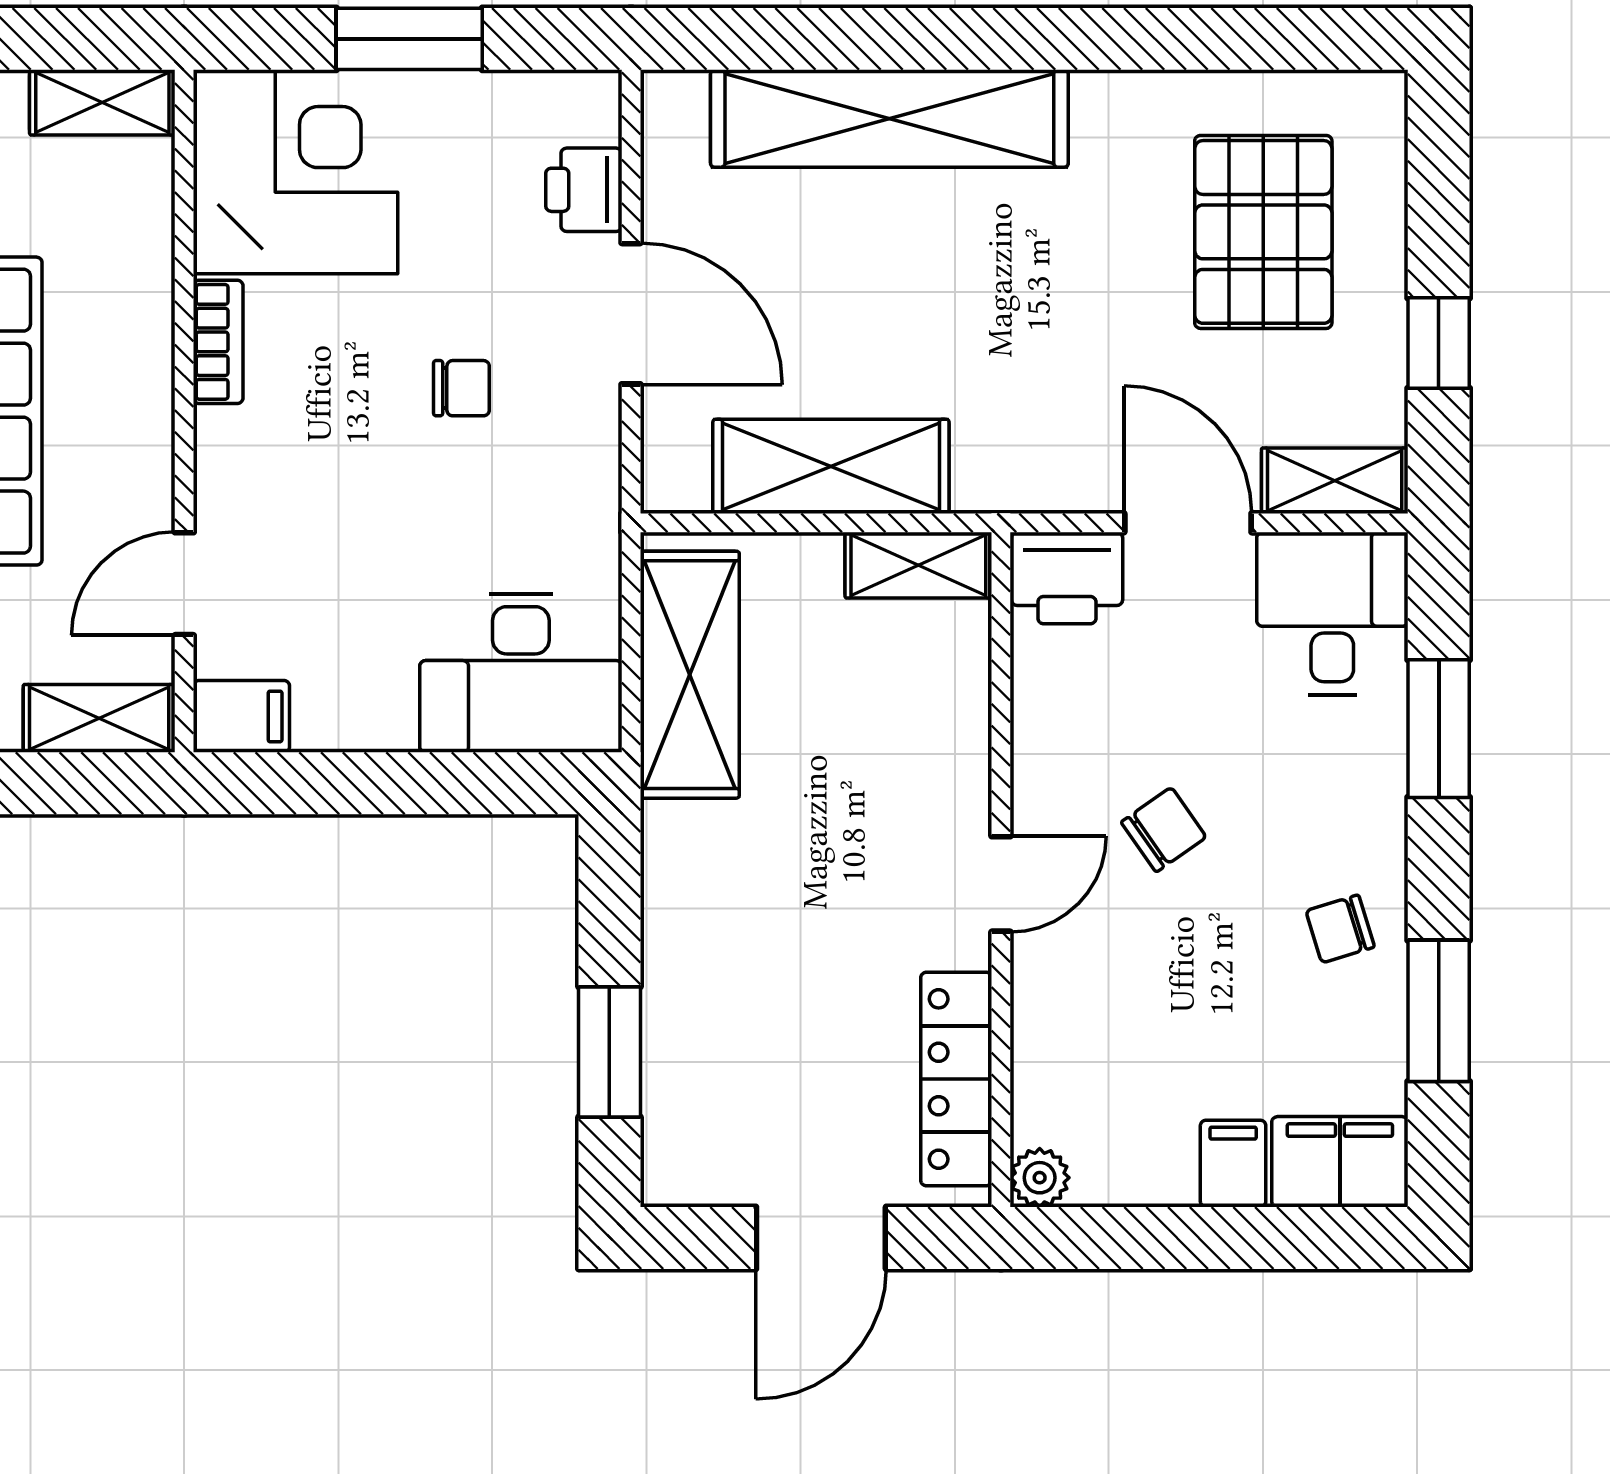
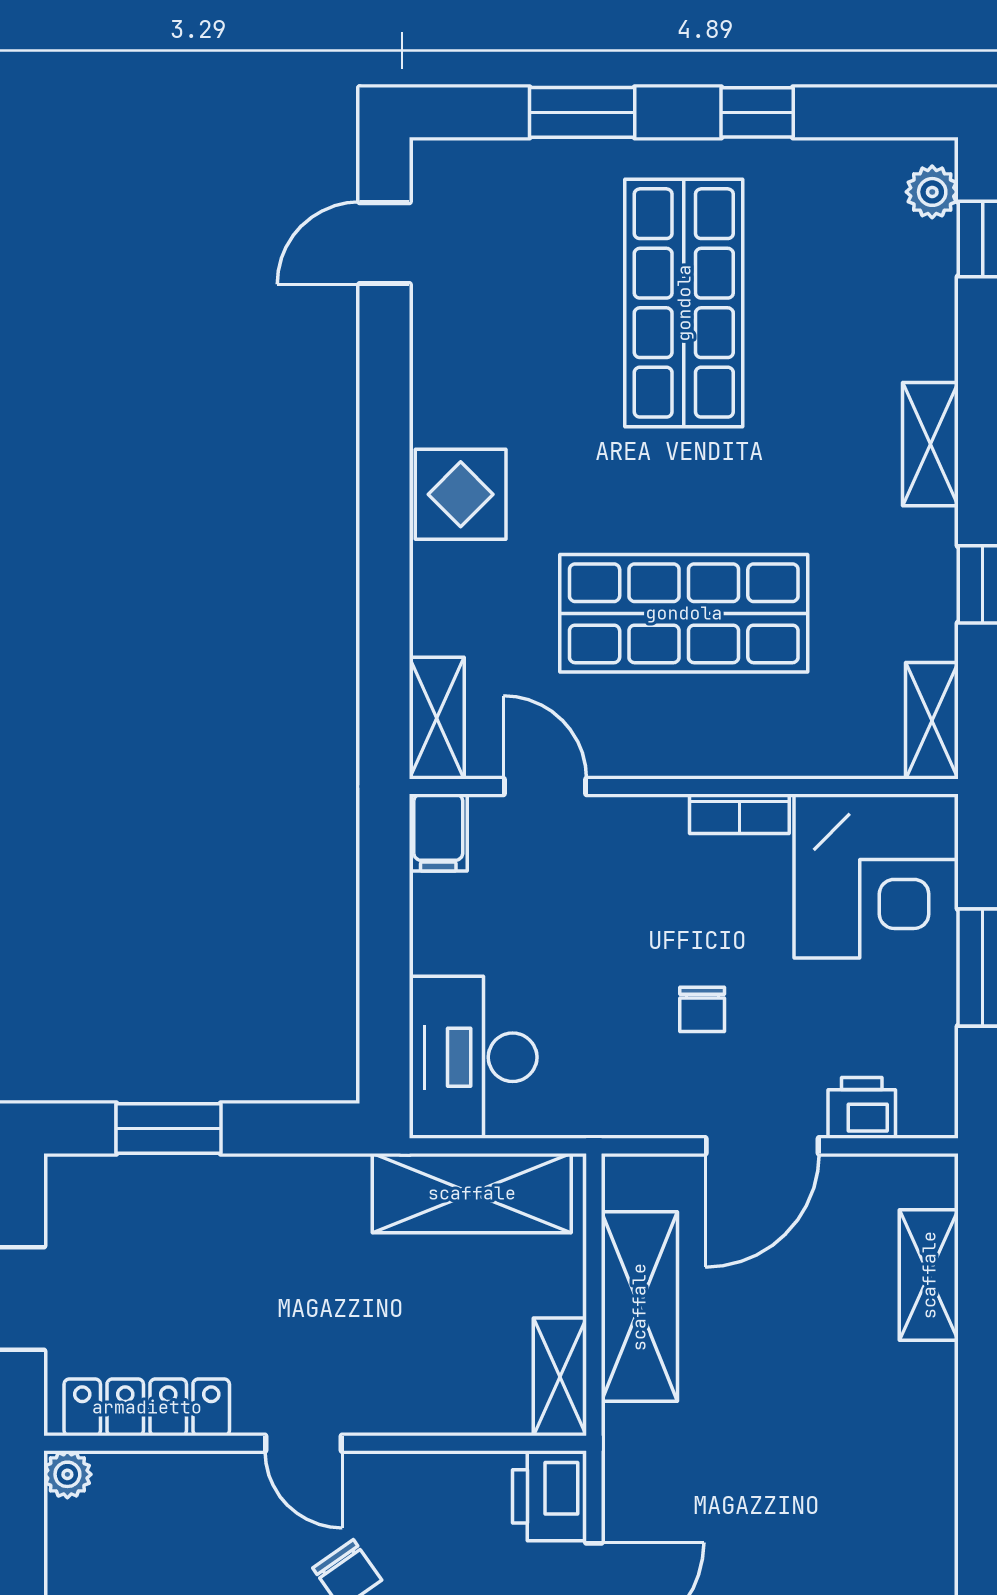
shelving: (889, 119) -> (929, 1275), width x0.45, depth x0.75

